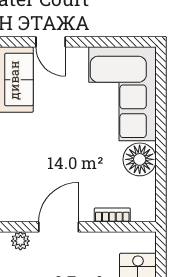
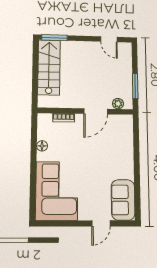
door: (51, 42) -> (101, 223), swing flipped
floor lamp: (140, 159) -> (42, 146), width x0.53, depth x0.53

